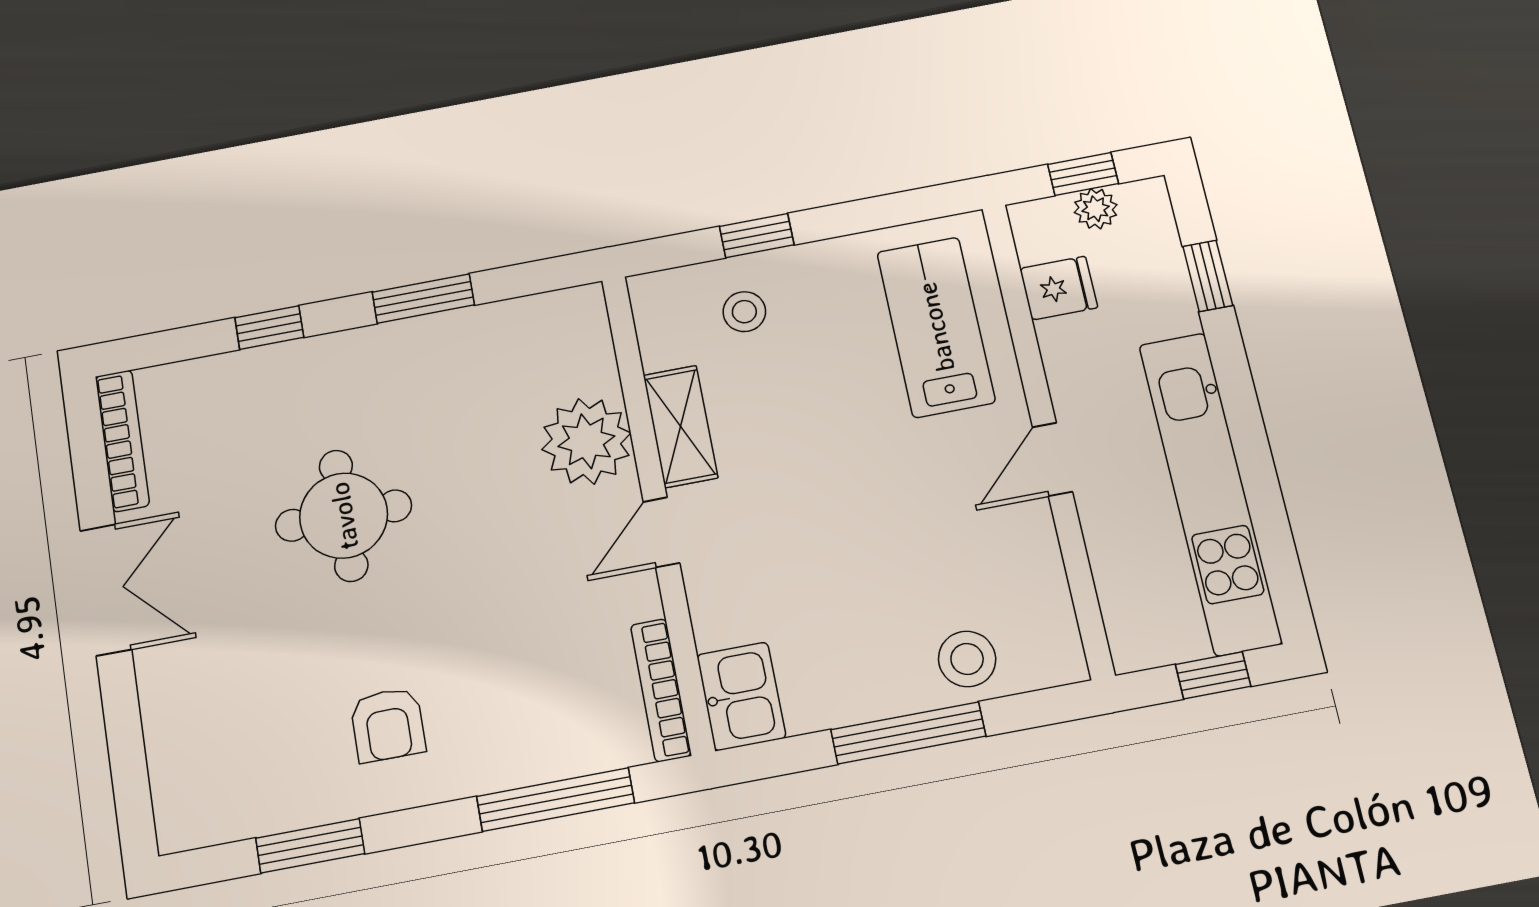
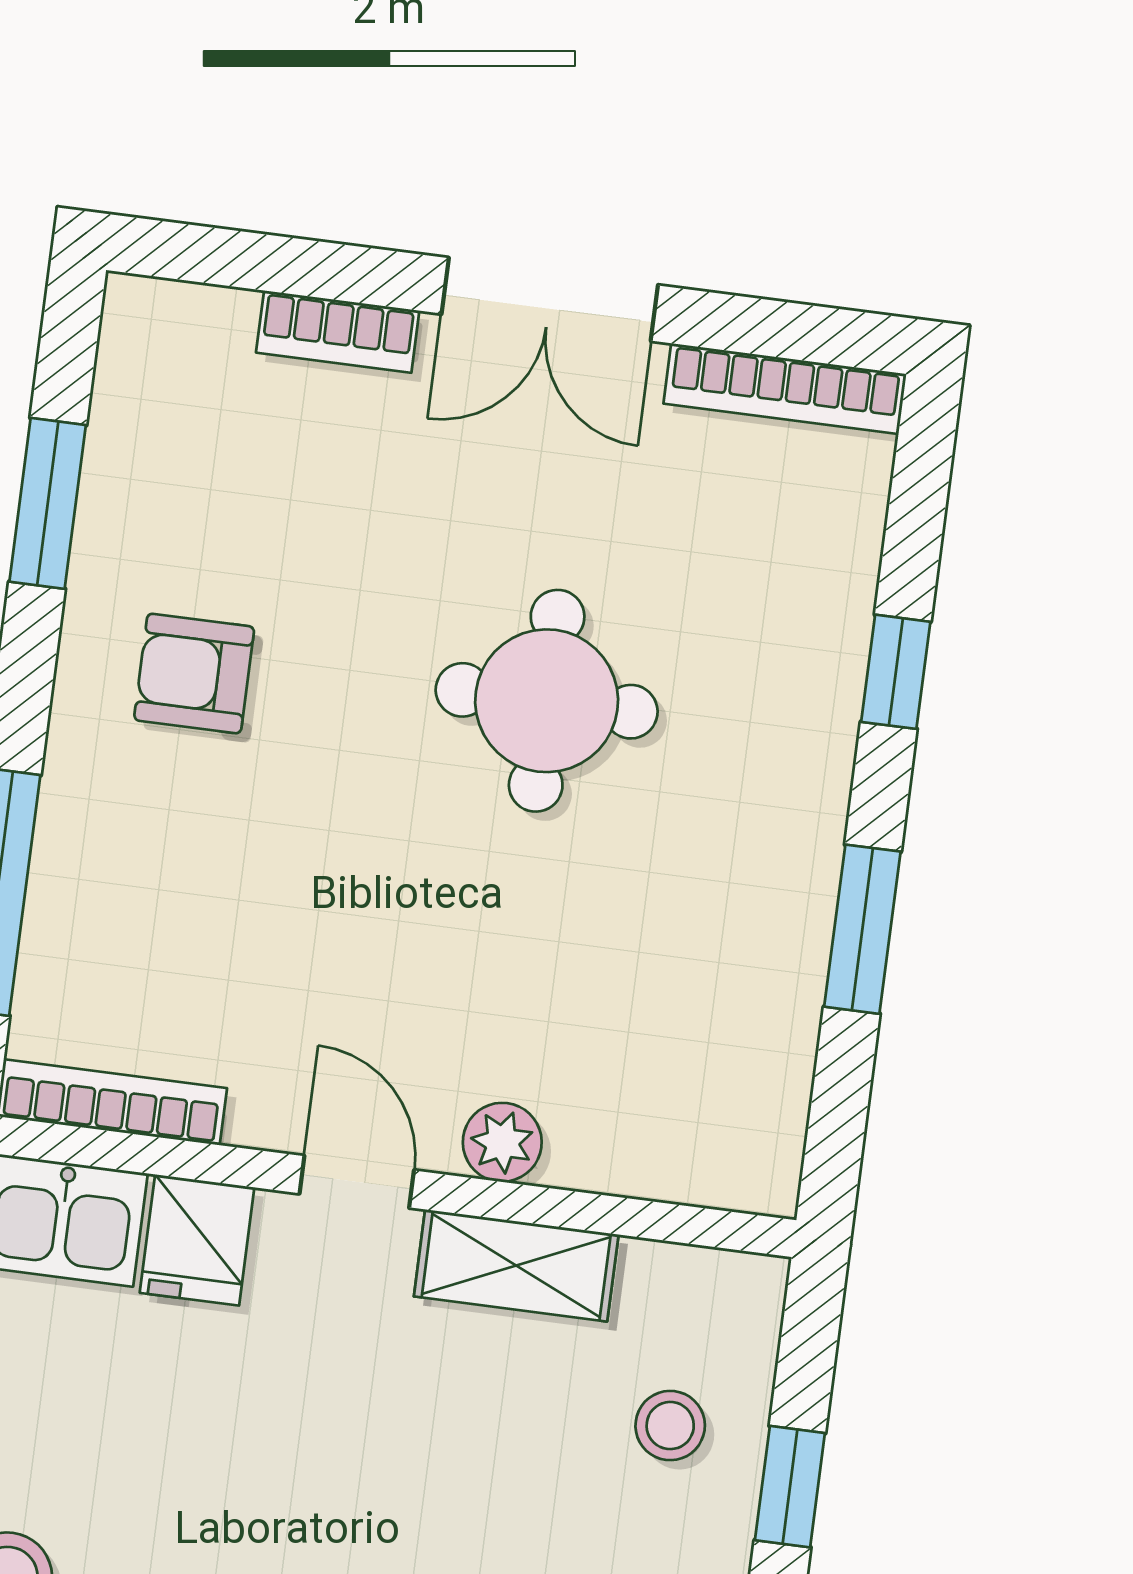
plant: (586, 441) -> (502, 1142), width x0.53, depth x0.53
fridge: (727, 613) -> (197, 1240), added
bookcase: (158, 707) -> (338, 332), added

